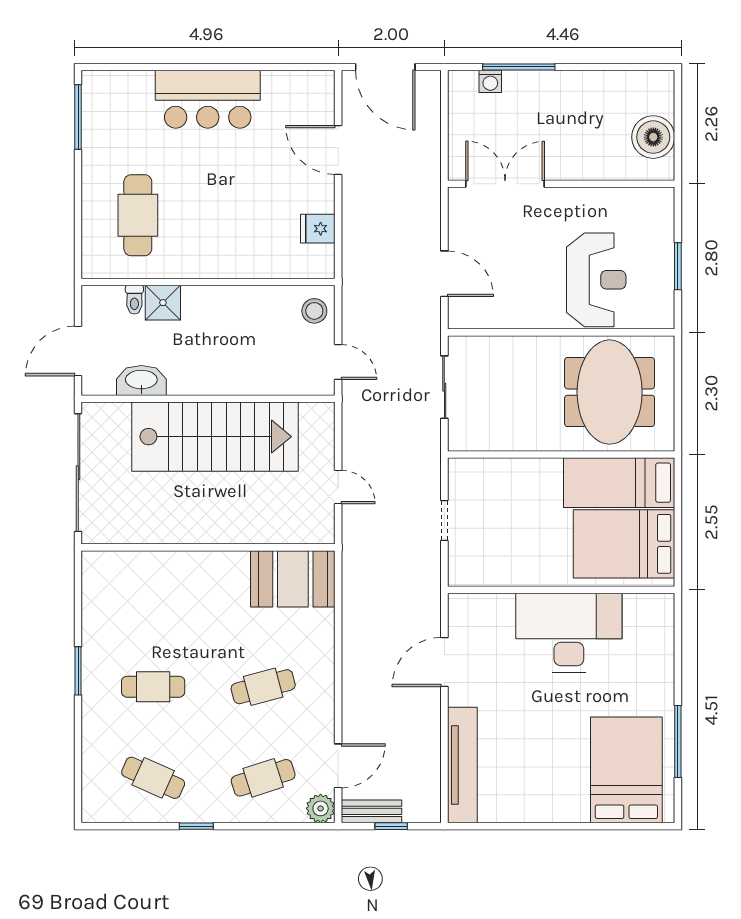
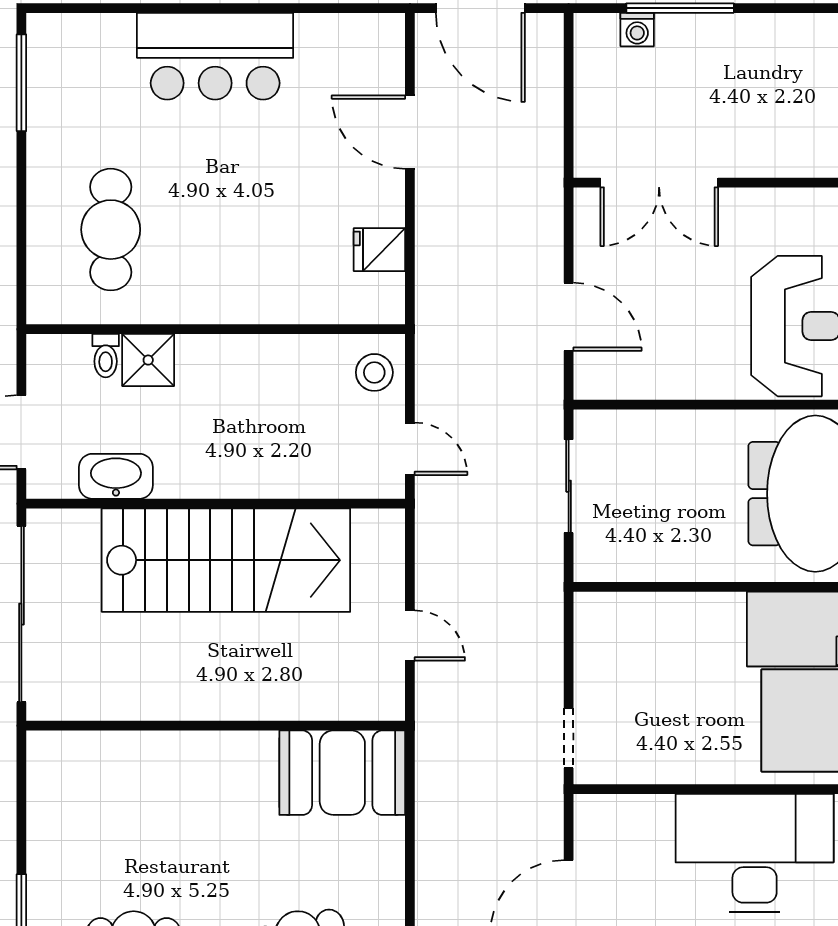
double door: (505, 184) -> (659, 183), swing flipped
doorway: (444, 521) -> (569, 738), moved

